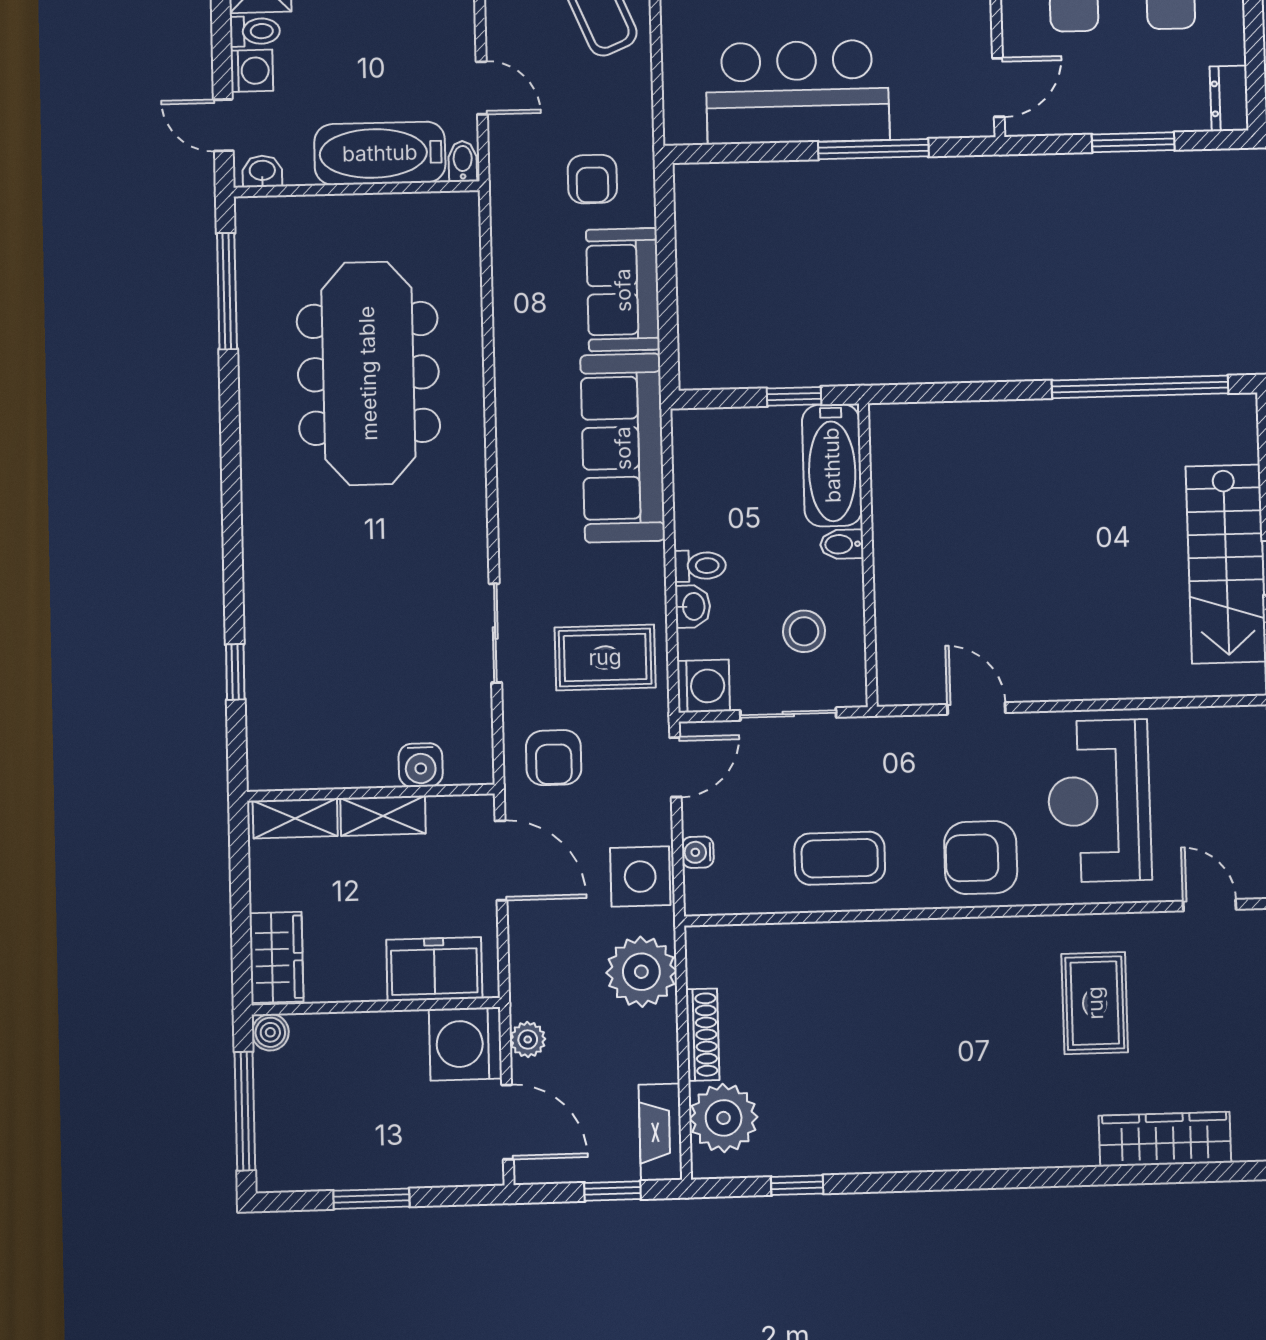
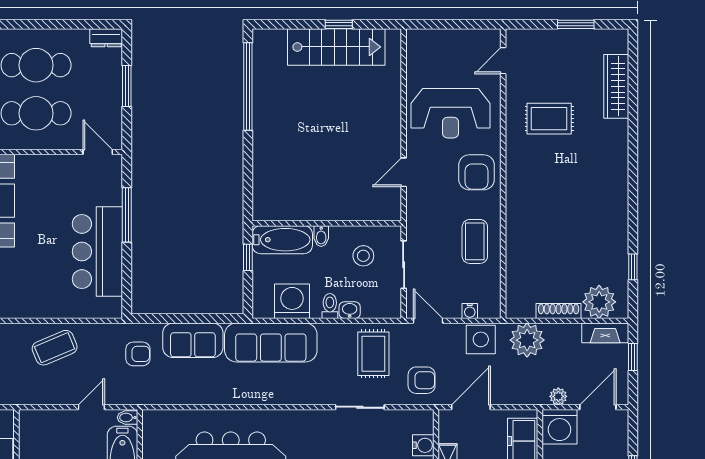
washing machine: (703, 686) -> (292, 301), moved, width x1.37, depth x1.37

